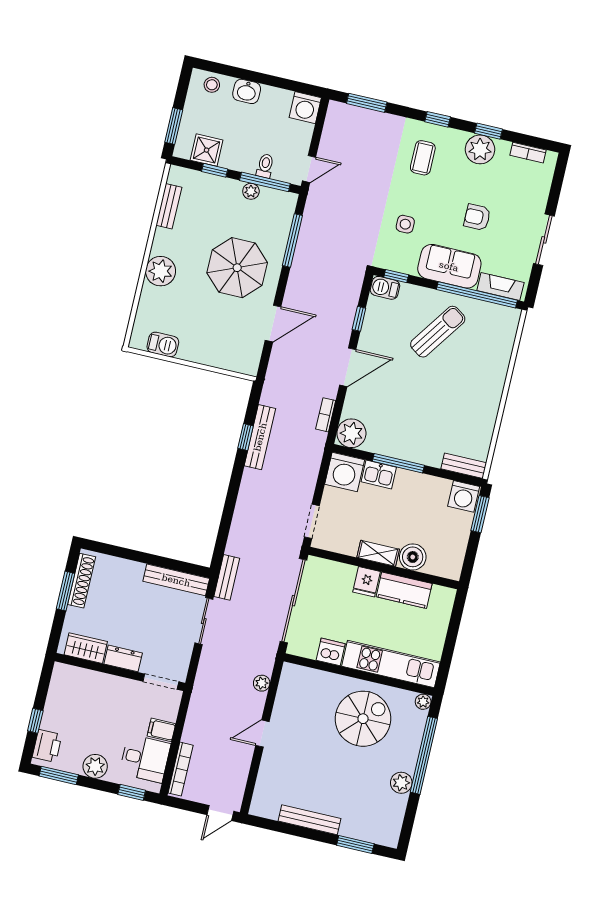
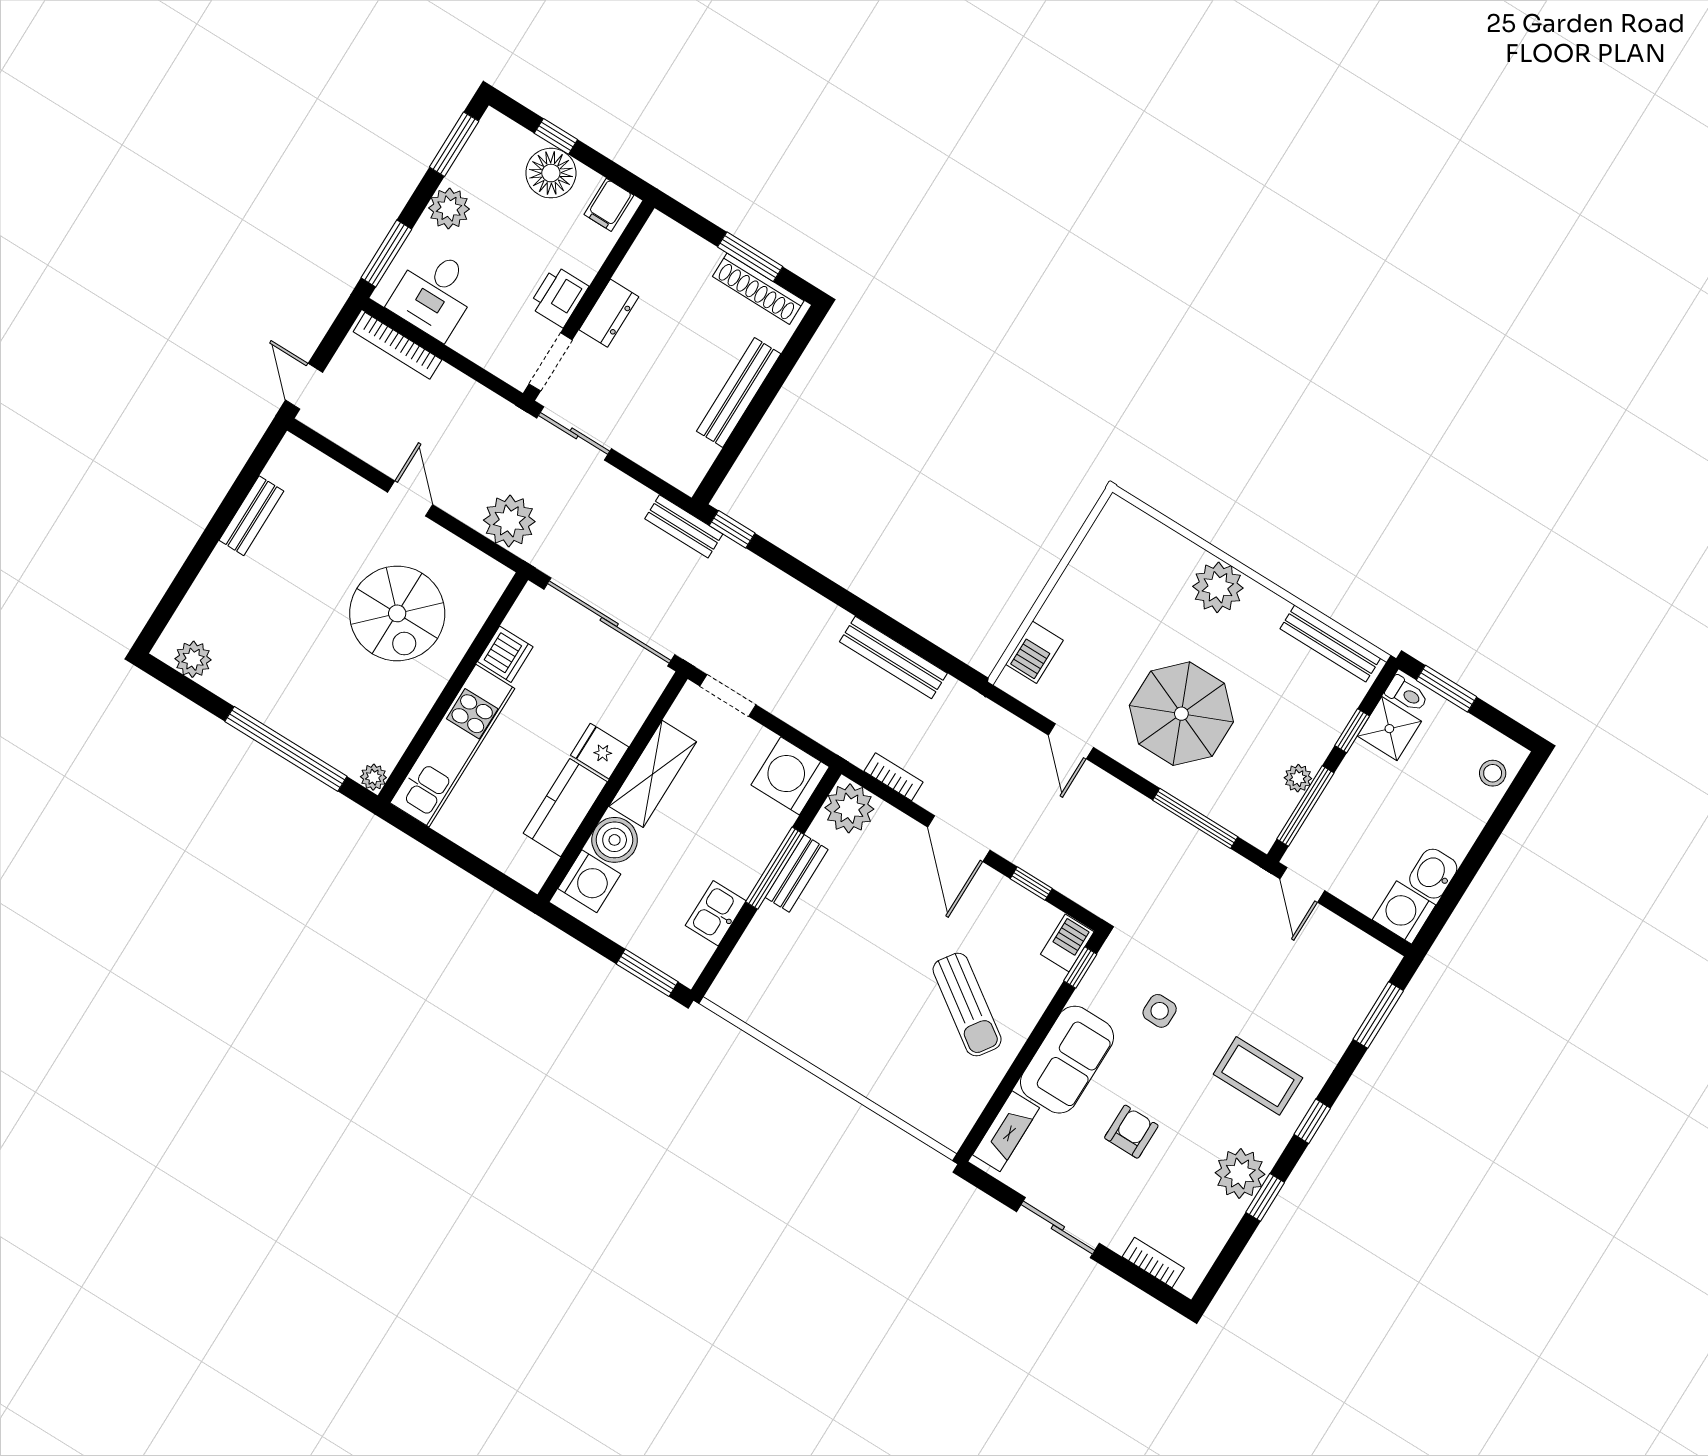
washbasin: (247, 91) -> (1433, 874), moved
bookcase: (528, 153) -> (1153, 1262), moved, turned 90
coffee table: (423, 158) -> (1258, 1076), width x1.36, depth x1.30
toilet: (265, 166) -> (1407, 694), moved
bench: (169, 206) -> (1330, 644), width x1.36
window: (477, 295) -> (1005, 1088), removed
door: (273, 324) -> (1071, 741), width x0.73
barbecue: (163, 345) -> (1034, 652), moved
window: (246, 437) -> (732, 529), moved
bench: (464, 466) -> (797, 873), moved
kitchen sink: (379, 475) -> (716, 913), moved
washing machine: (464, 496) -> (589, 881), moved, turned 180
shelving: (378, 553) -> (653, 774), width x1.50, depth x1.33
bench: (176, 580) -> (739, 392), moved
sliding door: (204, 621) -> (574, 433), moved
wardrobe: (86, 648) -> (646, 258), removed
plant: (262, 683) -> (509, 521), width x1.88, depth x1.88
floor lamp: (57, 717) -> (551, 173), added
spiral stairs: (363, 719) -> (397, 613), moved
filing cabinet: (161, 730) -> (609, 205), moved, turned 180
printer: (47, 746) -> (559, 296), moved, turned 90
plant: (401, 783) -> (193, 659), moved
window: (132, 792) -> (386, 253), width x1.50
bench: (309, 820) -> (251, 516), width x0.73
window: (355, 844) -> (179, 588), removed

